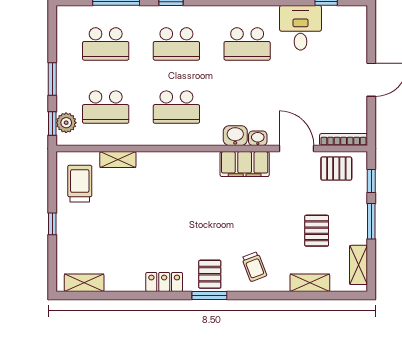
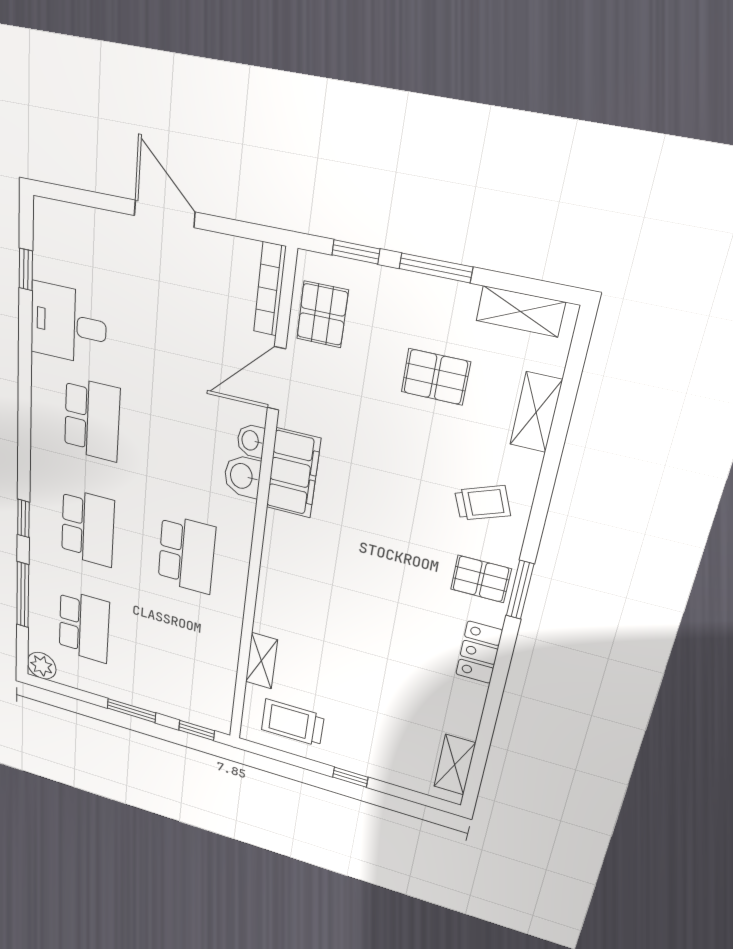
school desk: (106, 107) -> (178, 654), removed
plant: (66, 123) -> (42, 666), moved

